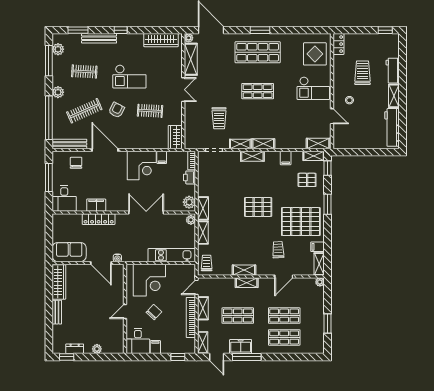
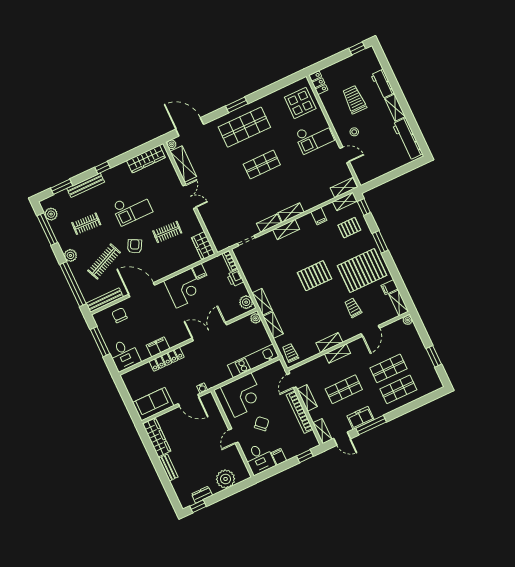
trolley: (219, 118) -> (237, 208), removed
plant: (97, 349) -> (226, 479), width x1.88, depth x1.88

